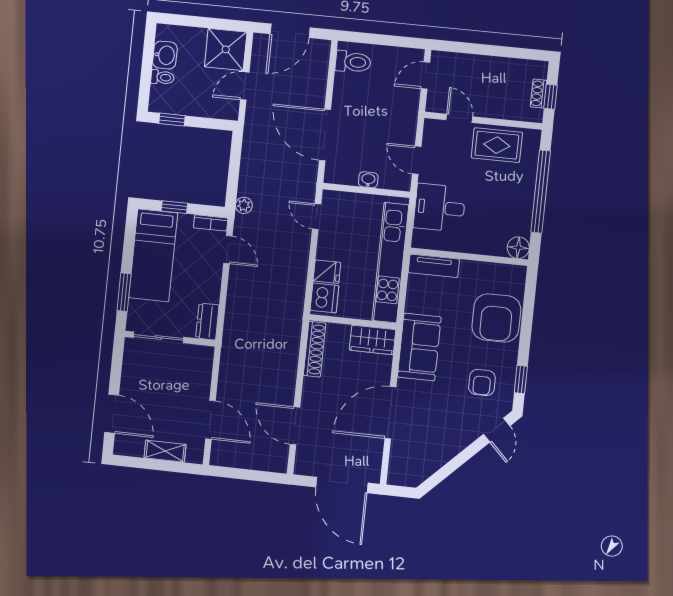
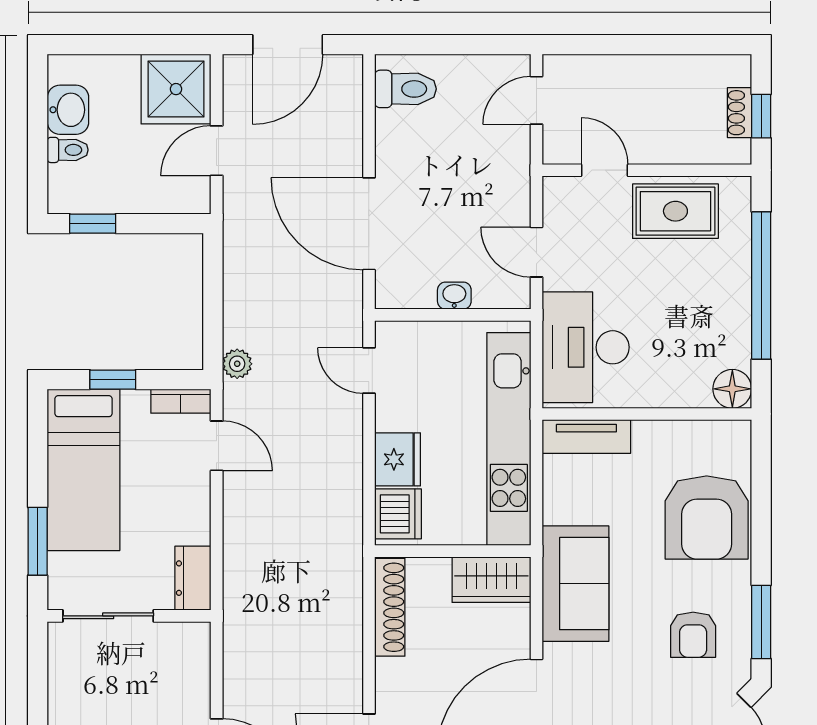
desk: (439, 208) -> (586, 347), width x1.37
fridge: (327, 272) -> (398, 459), width x1.38
window: (521, 380) -> (761, 622), width x1.50

